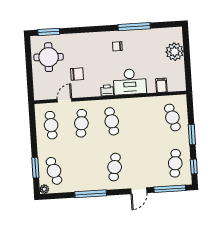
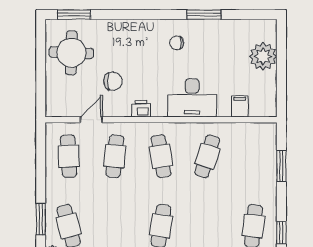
window: (134, 27) -> (204, 15), width x0.69
printer: (107, 90) -> (141, 109), moved
cafe table: (172, 118) -> (207, 156), moved, turned 33
window: (192, 135) -> (281, 166), moved

